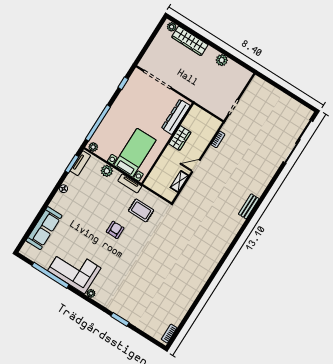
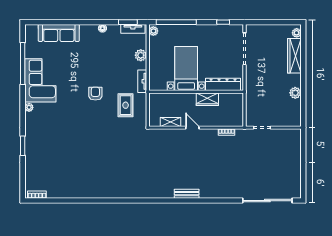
bed with nightstands: (135, 153) -> (186, 69), moved, turned -90
armchair: (115, 230) -> (95, 94), turned -90

